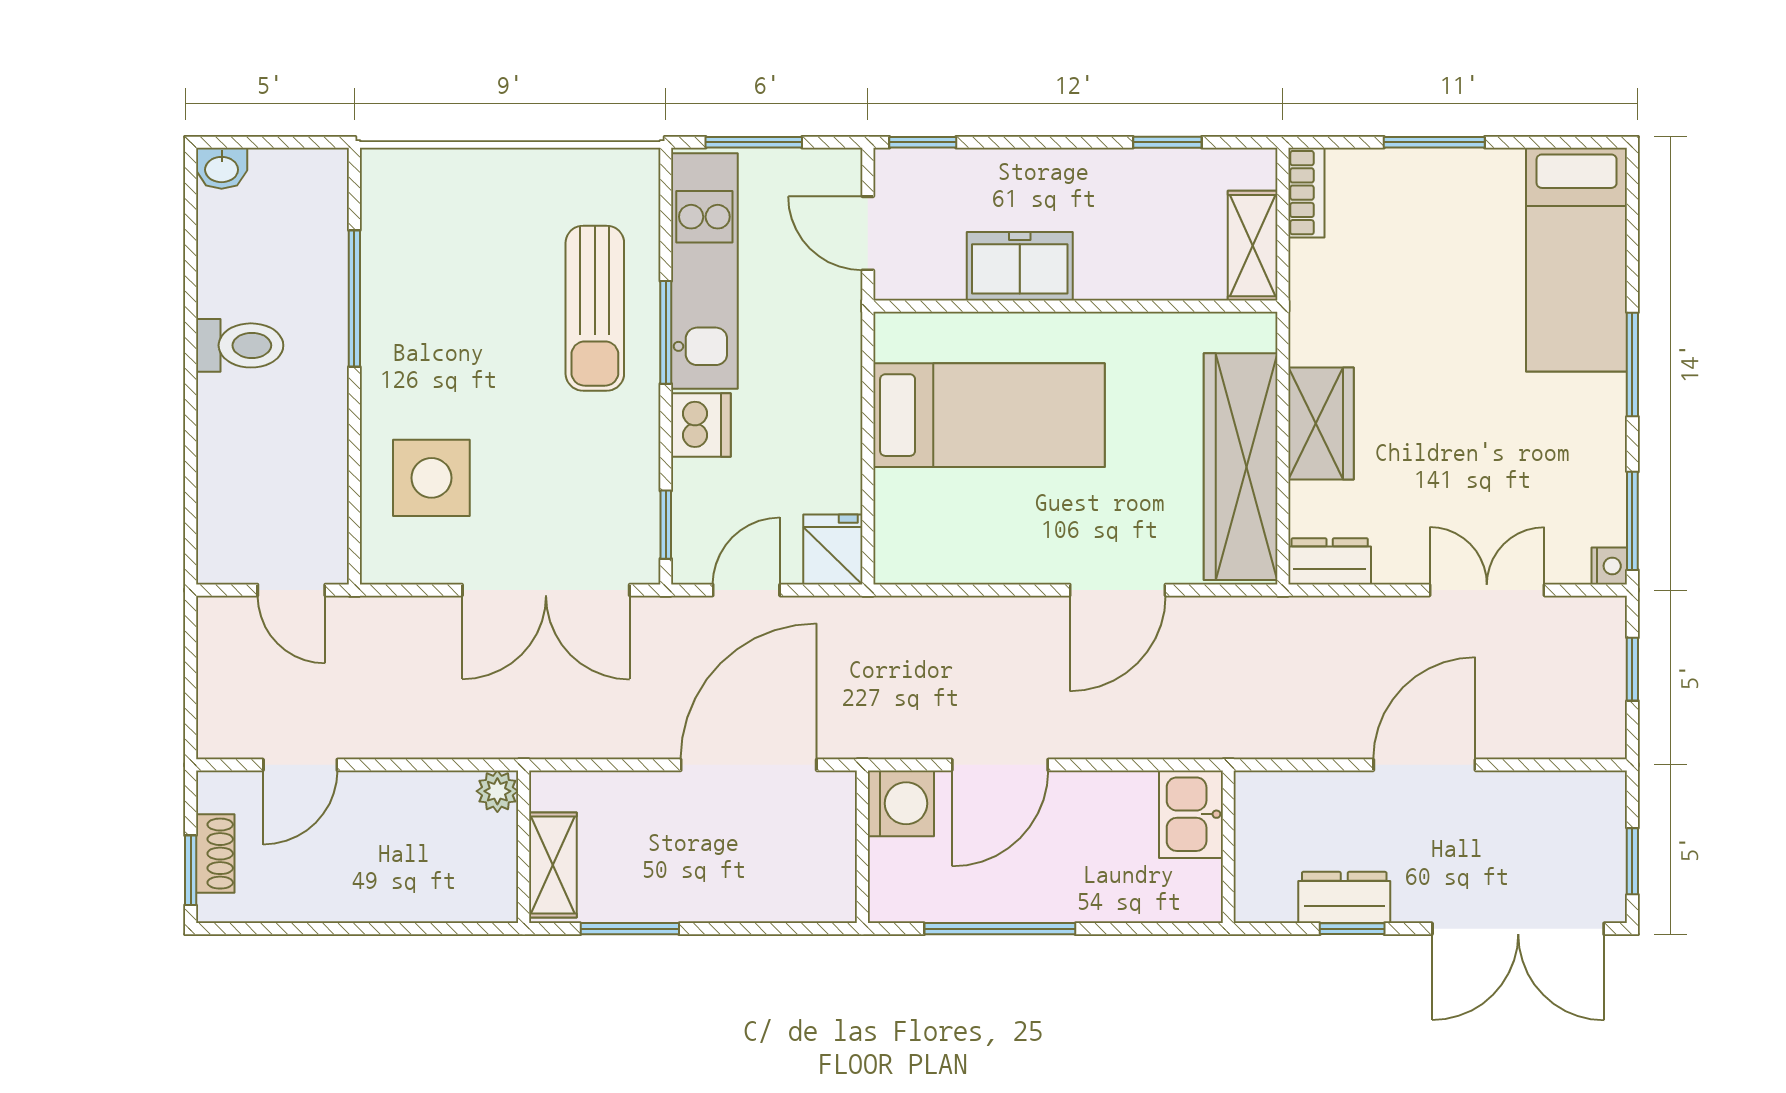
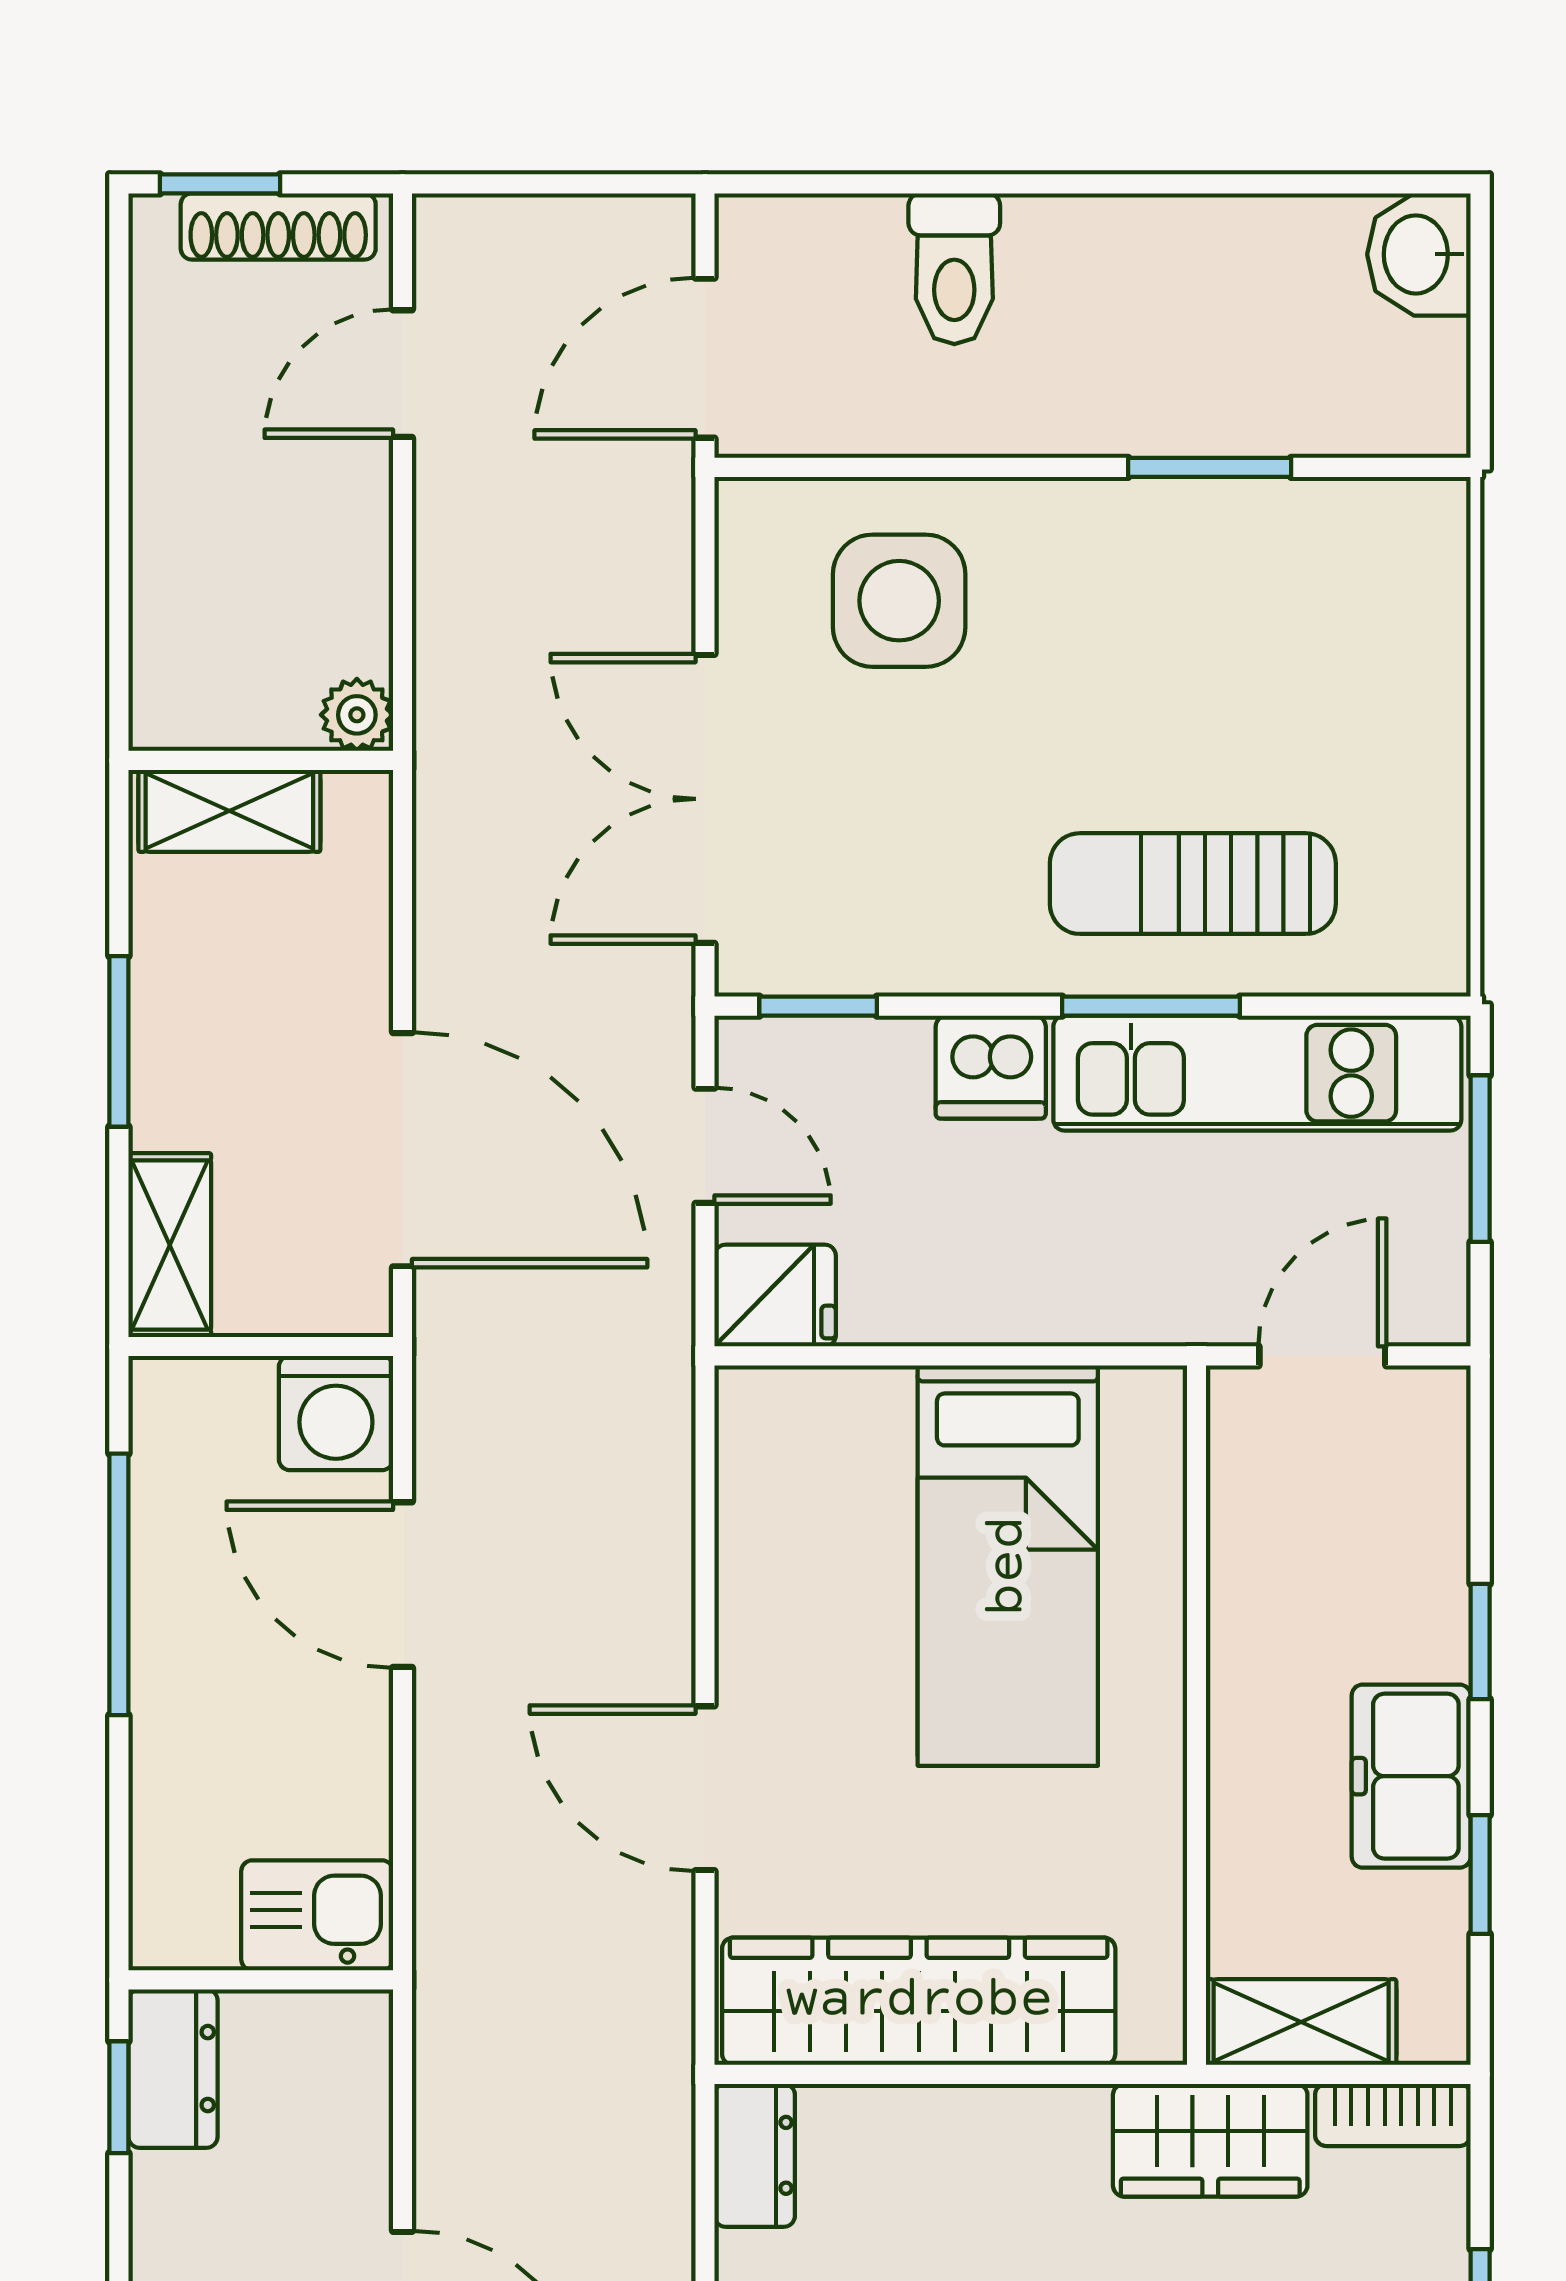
window: (923, 142) -> (1480, 1642), moved
washbasin: (222, 168) -> (1419, 254), width x1.38, depth x1.45
freezer: (1020, 266) -> (1411, 1776), moved, turned 180
window: (354, 298) -> (1210, 467), width x0.69
toilet: (240, 345) -> (954, 269), moved
wardrobe: (1321, 424) -> (1210, 2140), moved
door: (291, 590) -> (705, 358), width x1.37
door: (300, 765) -> (403, 374), hinge flipped
shoe rack: (215, 854) -> (278, 226), width x1.43
dresser: (1344, 897) -> (173, 2069), moved
shelving: (804, 899) -> (170, 1245), added
window: (630, 929) -> (119, 1041), moved
window: (1352, 929) -> (119, 2097), moved

